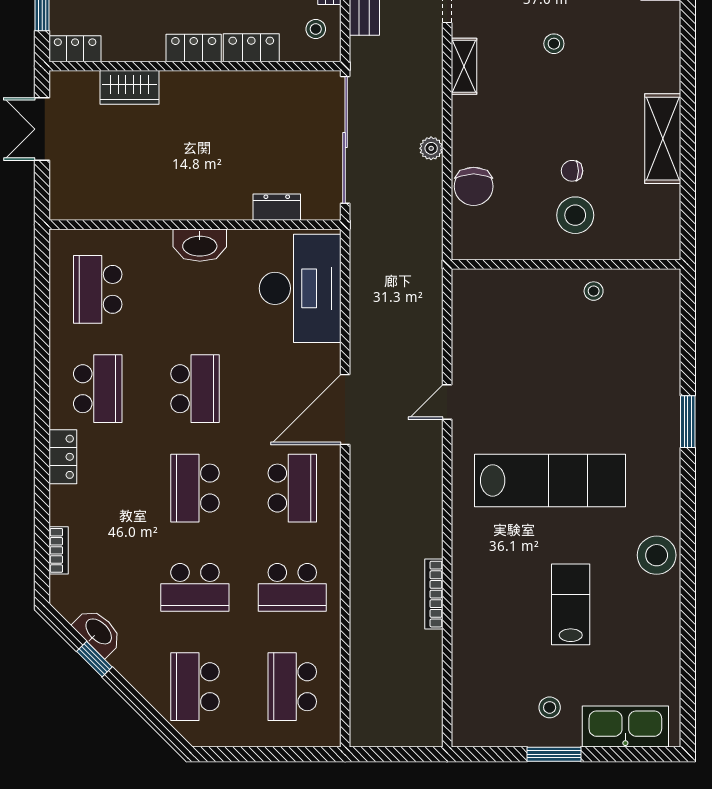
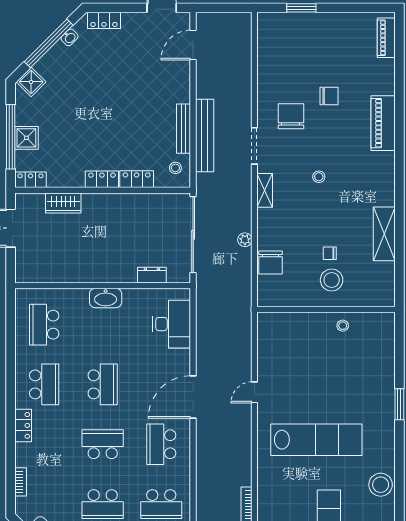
desk: (300, 288) -> (172, 324), width x0.73, depth x0.77
school desk: (195, 488) -> (103, 444), turned 90
school desk: (292, 488) -> (161, 444), turned 180

